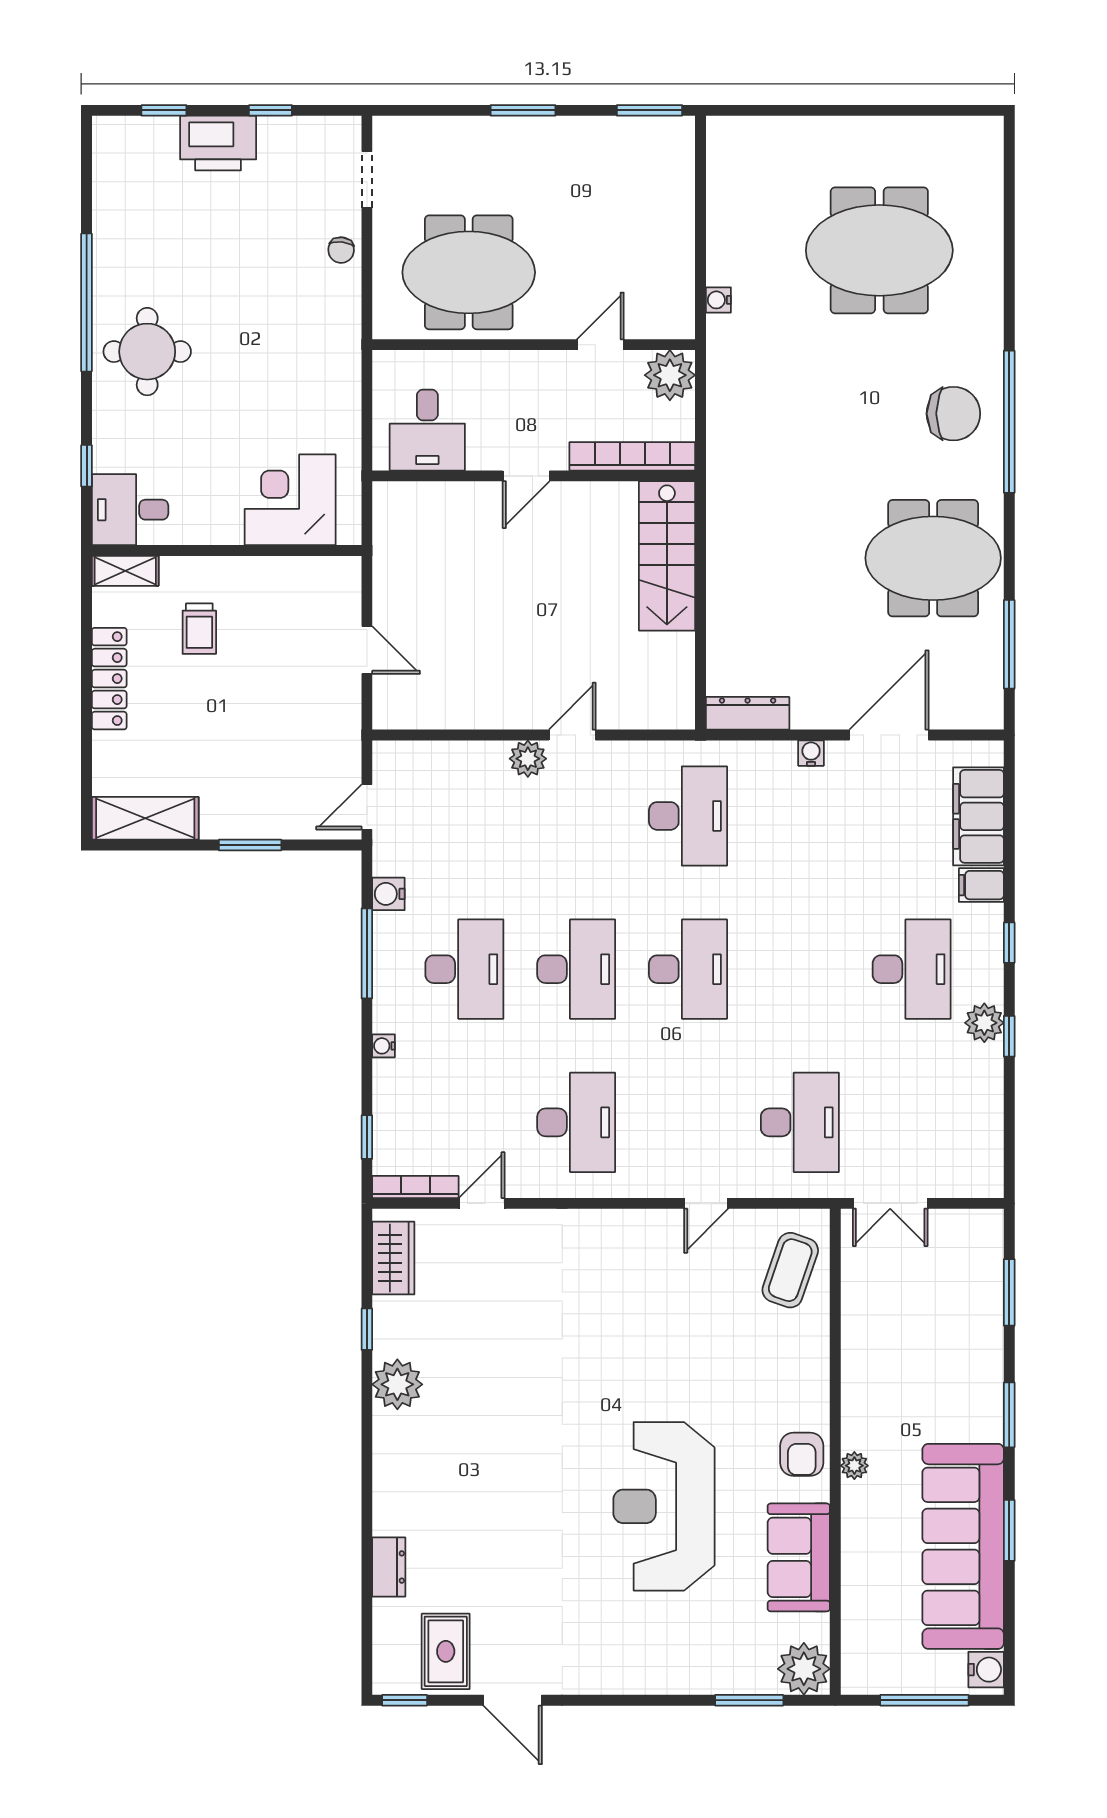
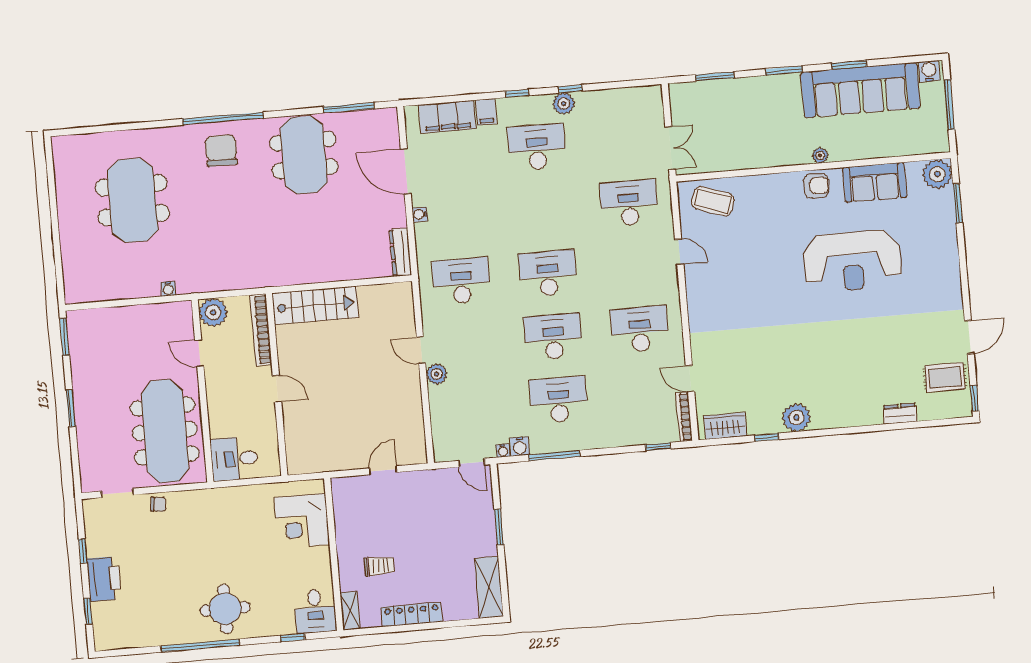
meeting table: (469, 272) -> (165, 431), width x1.36
desk: (427, 430) -> (234, 459), moved, turned 180
water cooler: (384, 1046) -> (503, 451), moved

